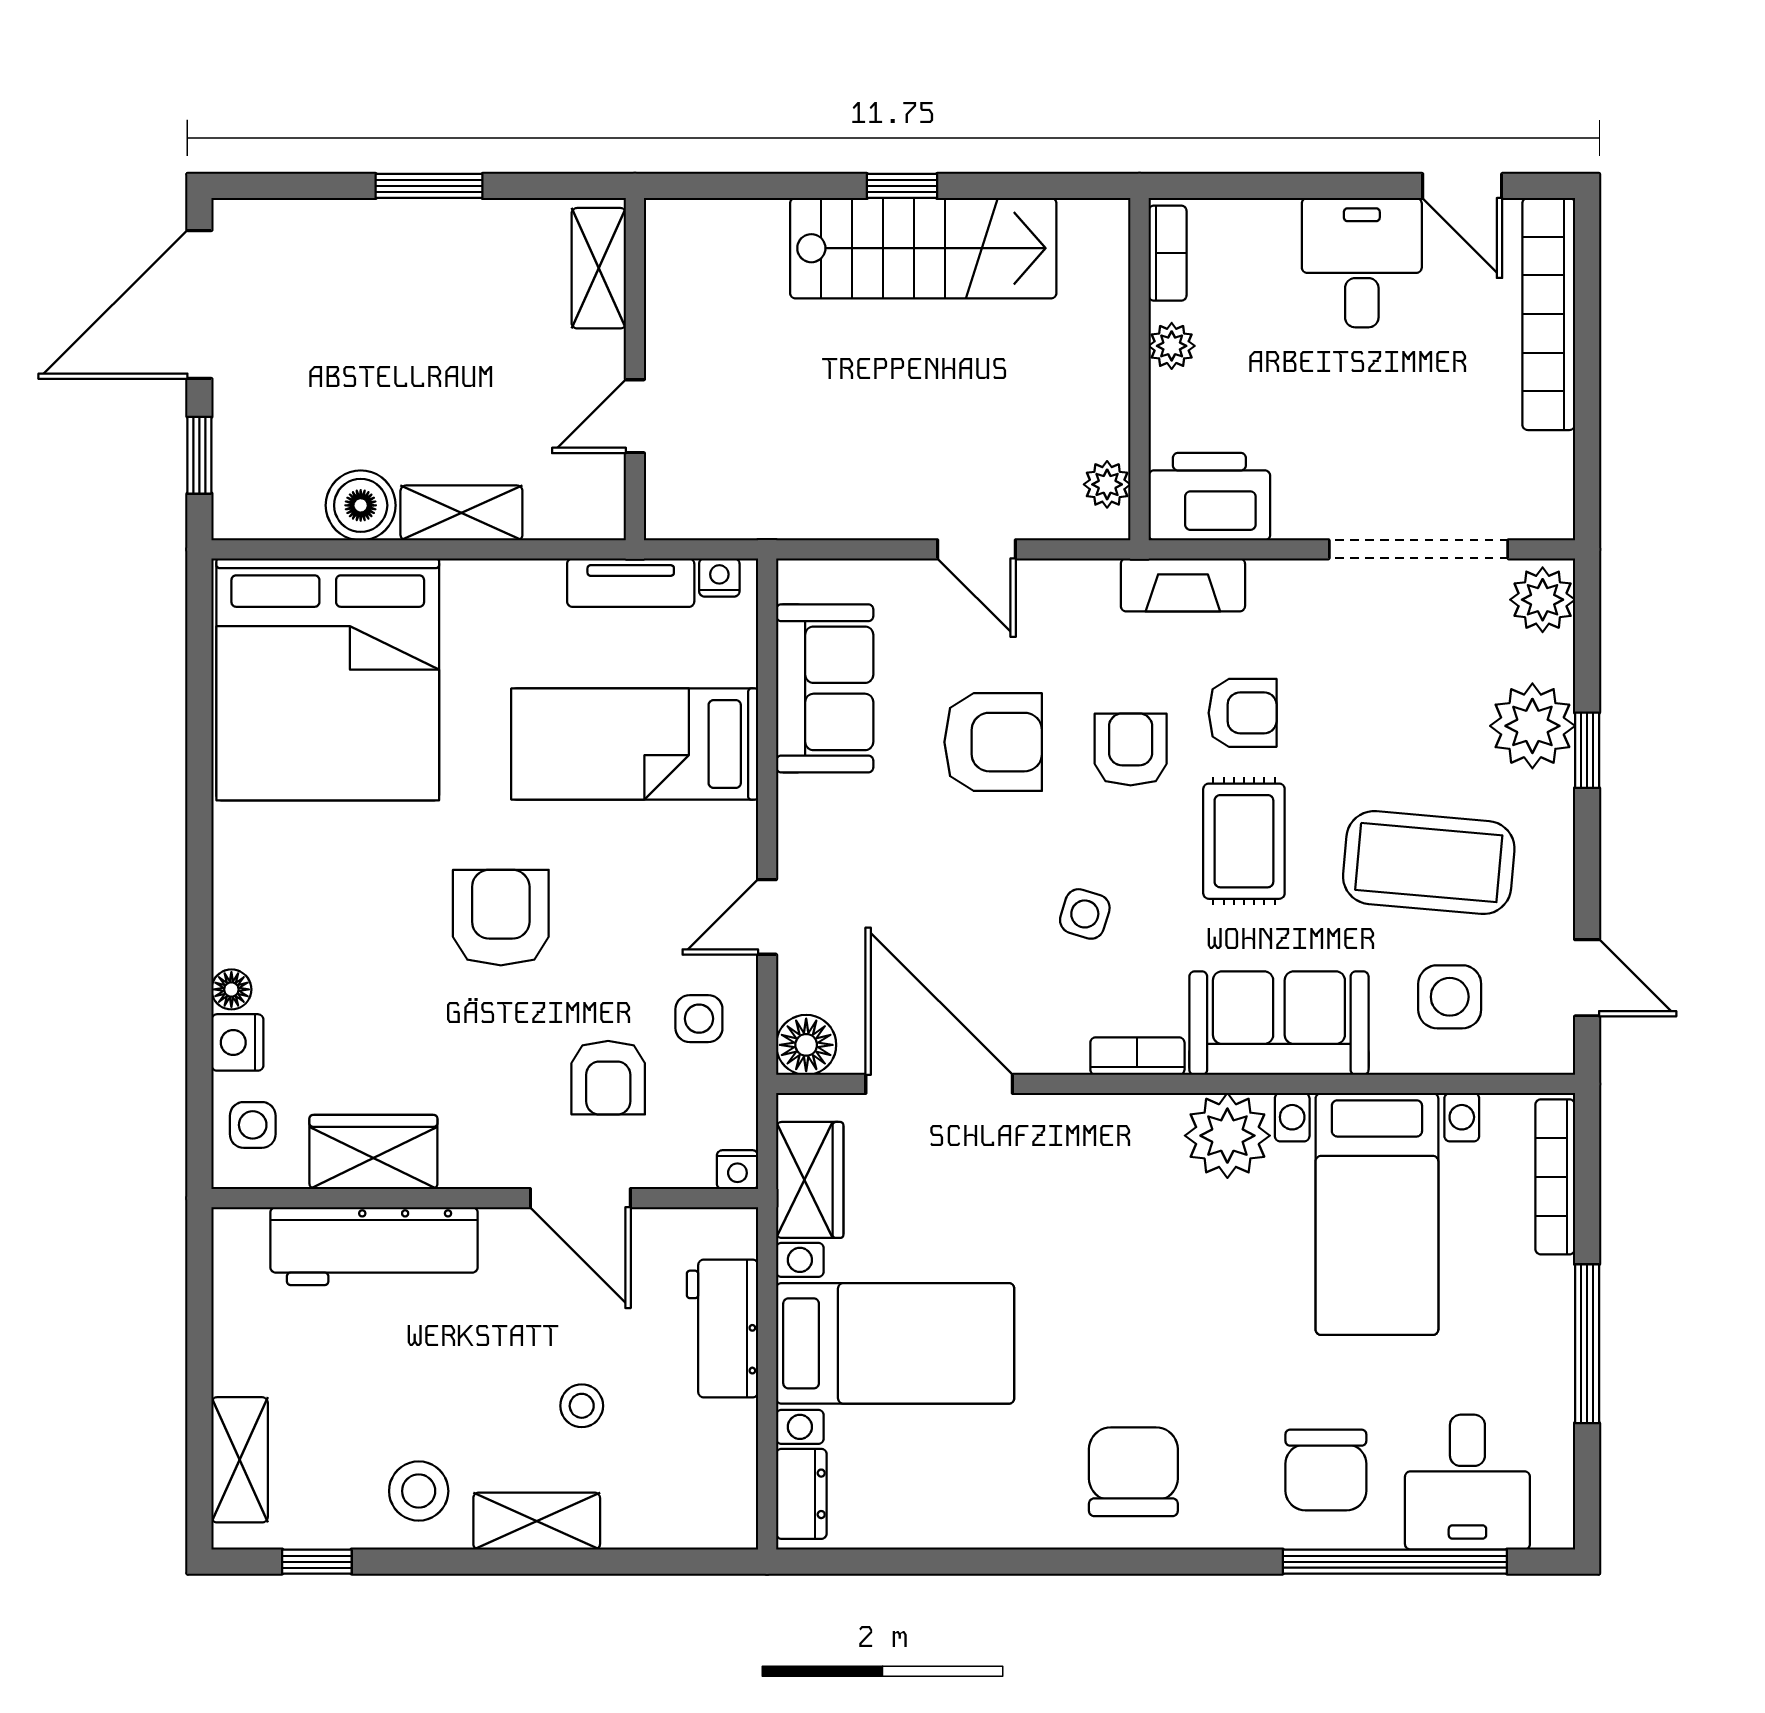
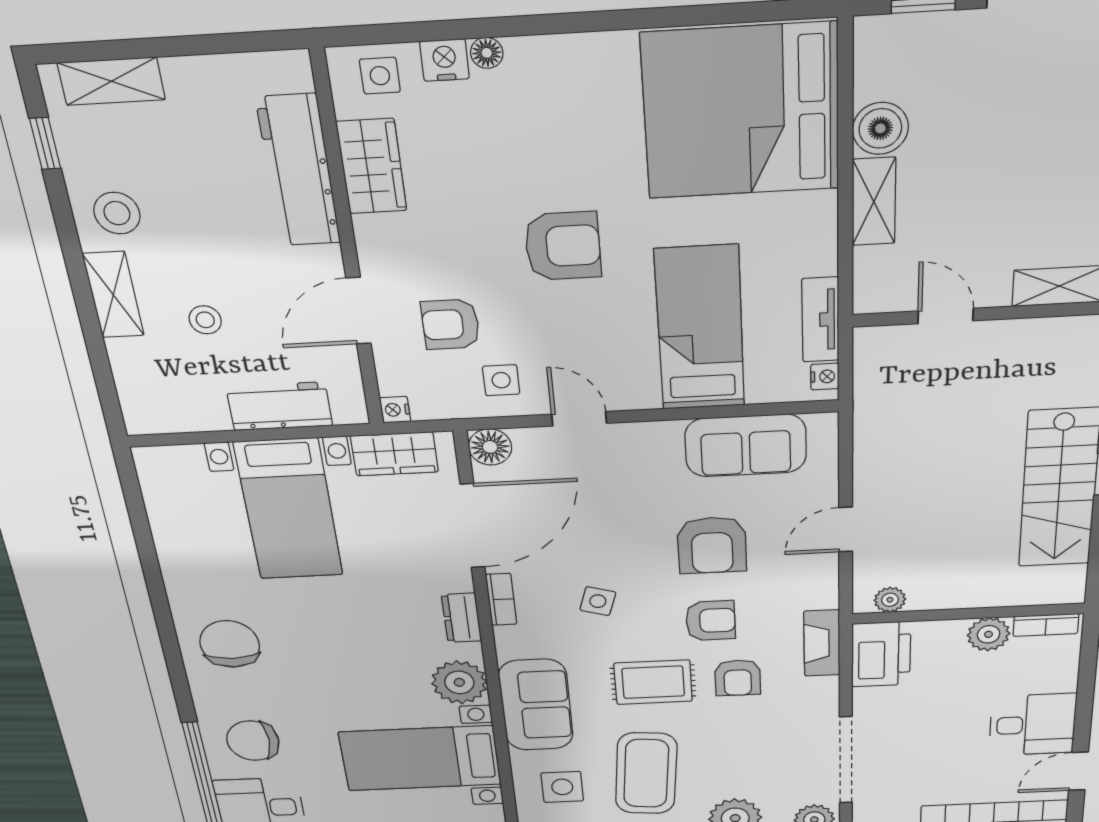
plant: (1172, 346) -> (989, 634), width x1.38, depth x1.38
bookcase: (1137, 1056) -> (501, 599), moved
chair: (1133, 1472) -> (230, 644), turned -90
dresser: (801, 1494) -> (462, 618), moved, turned 90

